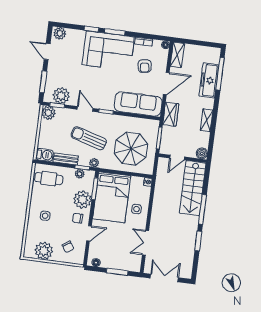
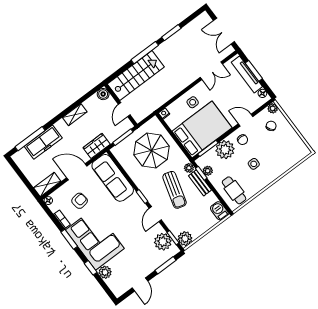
window: (115, 32) -> (69, 239), moved
plant: (60, 33) -> (105, 272), moved
door: (177, 157) -> (124, 110), swing flipped
bench: (66, 159) -> (200, 183), moved
side table: (45, 216) -> (254, 164), moved
plant: (44, 251) -> (273, 108), moved, width x0.53, depth x0.53
tv unit: (119, 265) -> (247, 74), added

